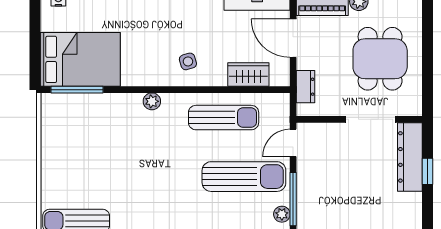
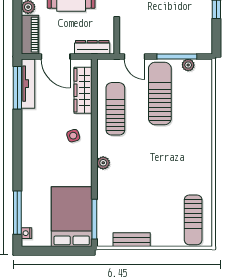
door: (293, 38) -> (56, 56), hinge flipped
wardrobe: (248, 74) -> (83, 90), width x1.50
dresser: (305, 87) -> (92, 47), width x1.44
bench: (50, 139) -> (132, 240), added

